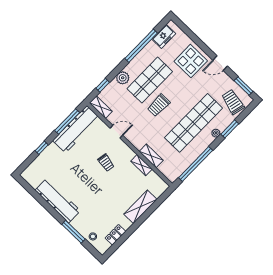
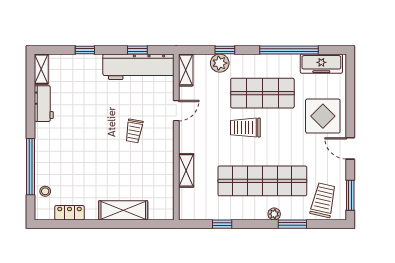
freezer: (164, 36) -> (321, 64), width x1.40
plant: (123, 78) -> (220, 63), moved
window: (103, 85) -> (225, 50), moved
window: (67, 122) -> (137, 50), width x0.46
door: (116, 132) -> (176, 111), hinge flipped
window: (196, 164) -> (222, 224), width x0.32
shelving: (141, 165) -> (41, 69), moved
workbench: (58, 201) -> (44, 104), width x0.53, depth x0.76
window: (73, 232) -> (31, 167), width x1.46

